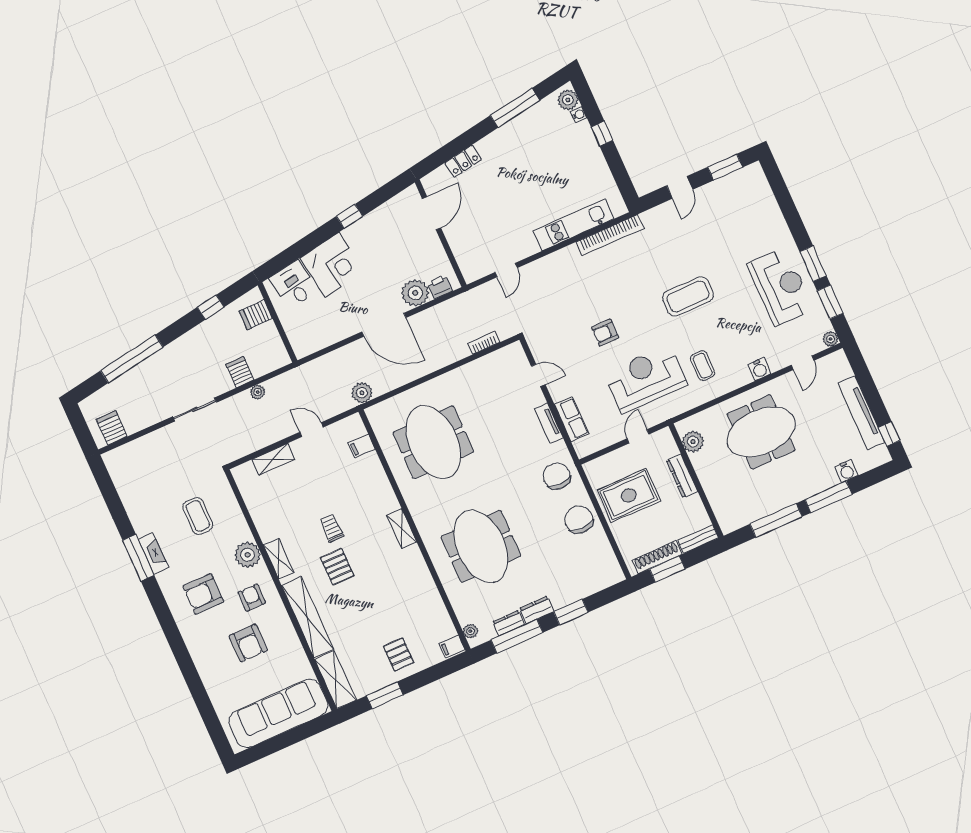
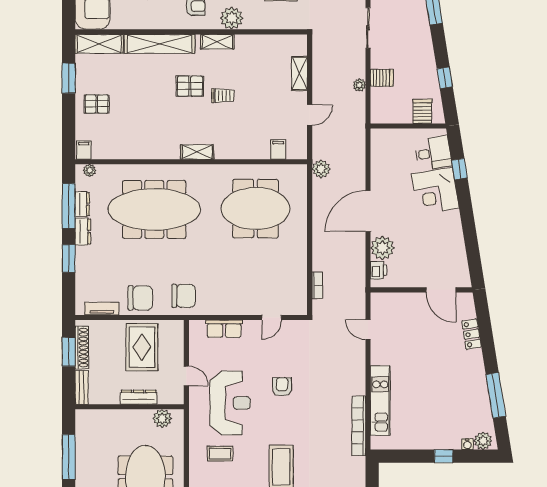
window: (350, 216) -> (459, 169), moved
tv unit: (549, 423) -> (102, 309), moved
meeting table: (481, 546) -> (154, 209), width x1.36

